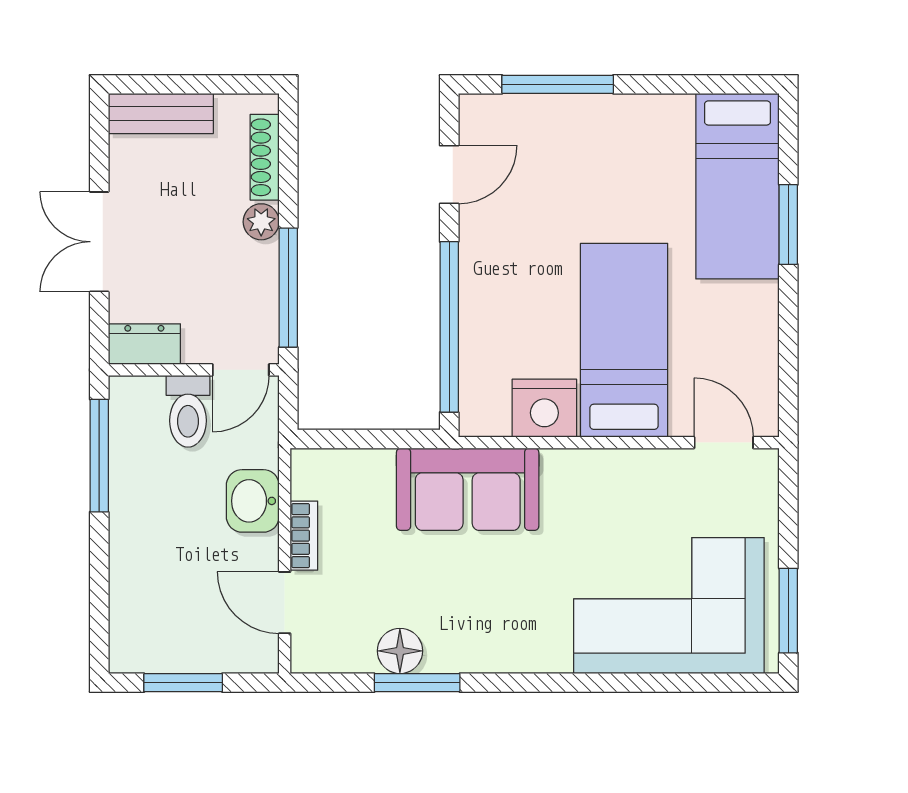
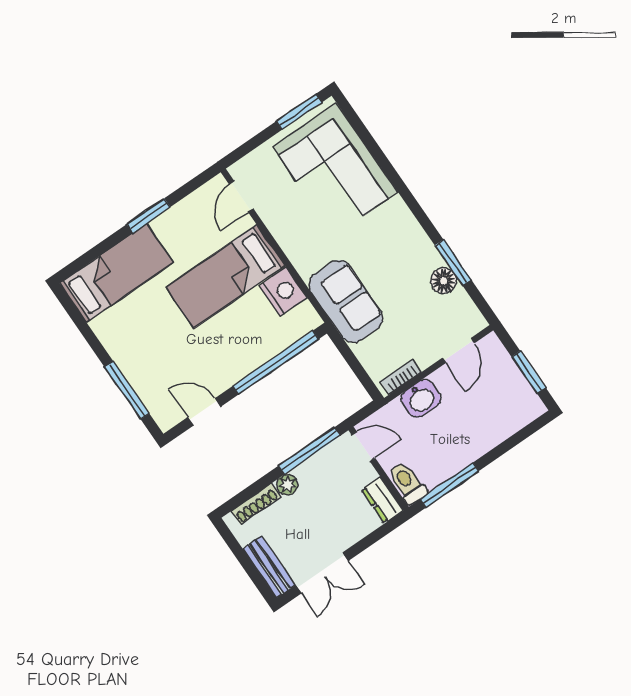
window: (788, 225) -> (148, 216), moved
double door: (99, 242) -> (322, 573), moved
toilet: (188, 411) -> (407, 483), moved, turned -90
bookcase: (304, 536) -> (401, 377), moved

